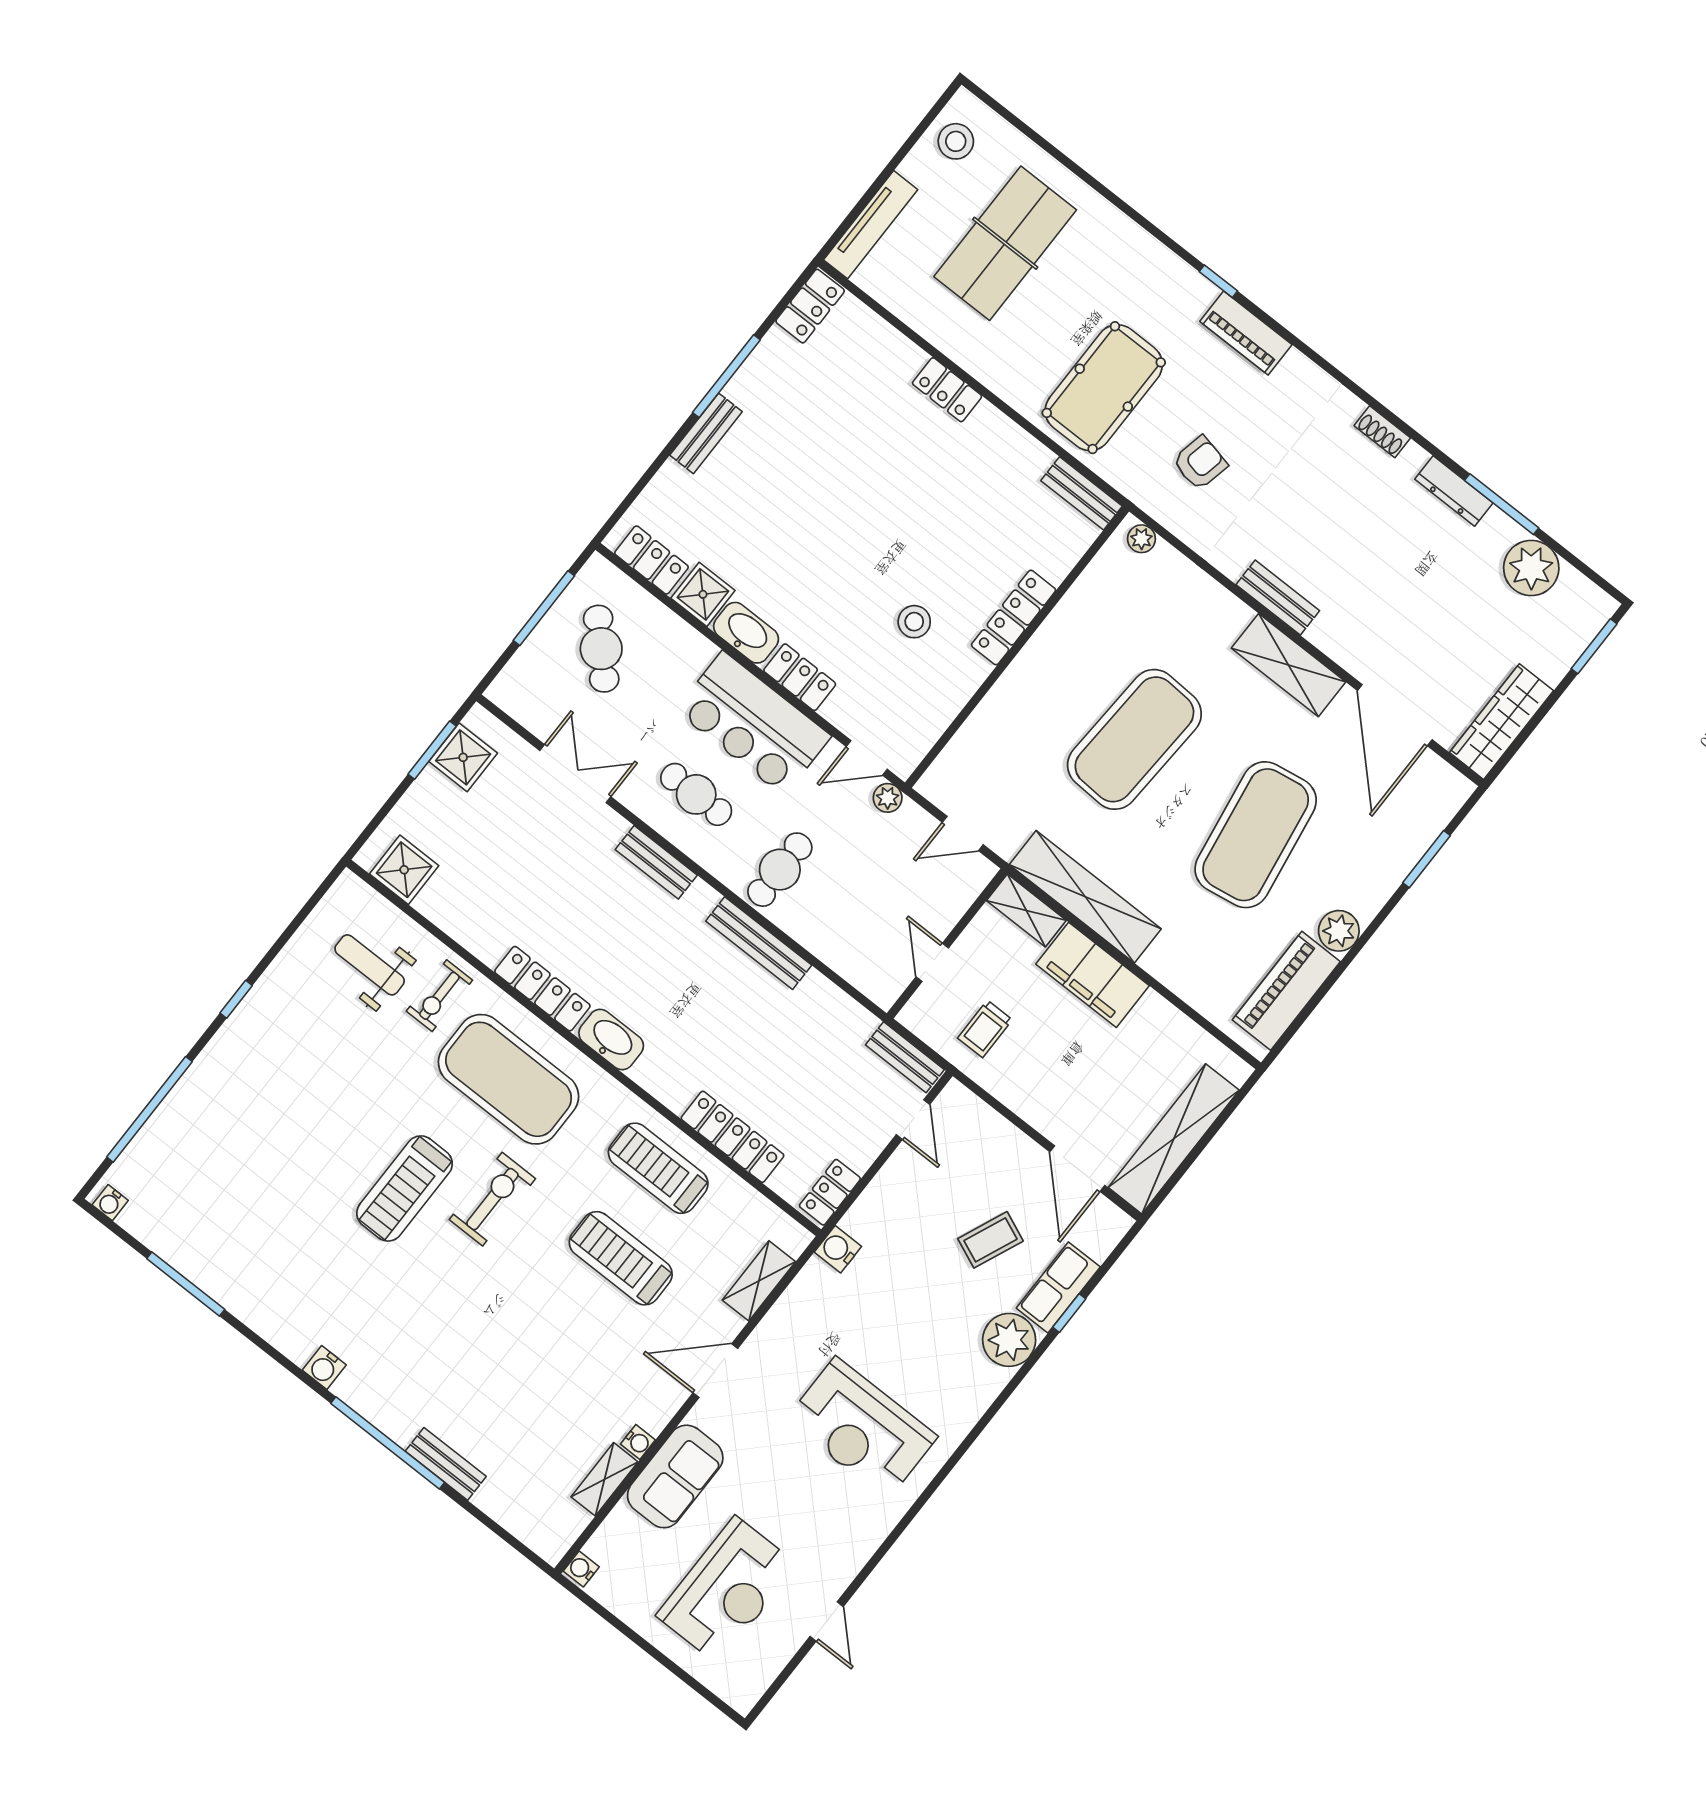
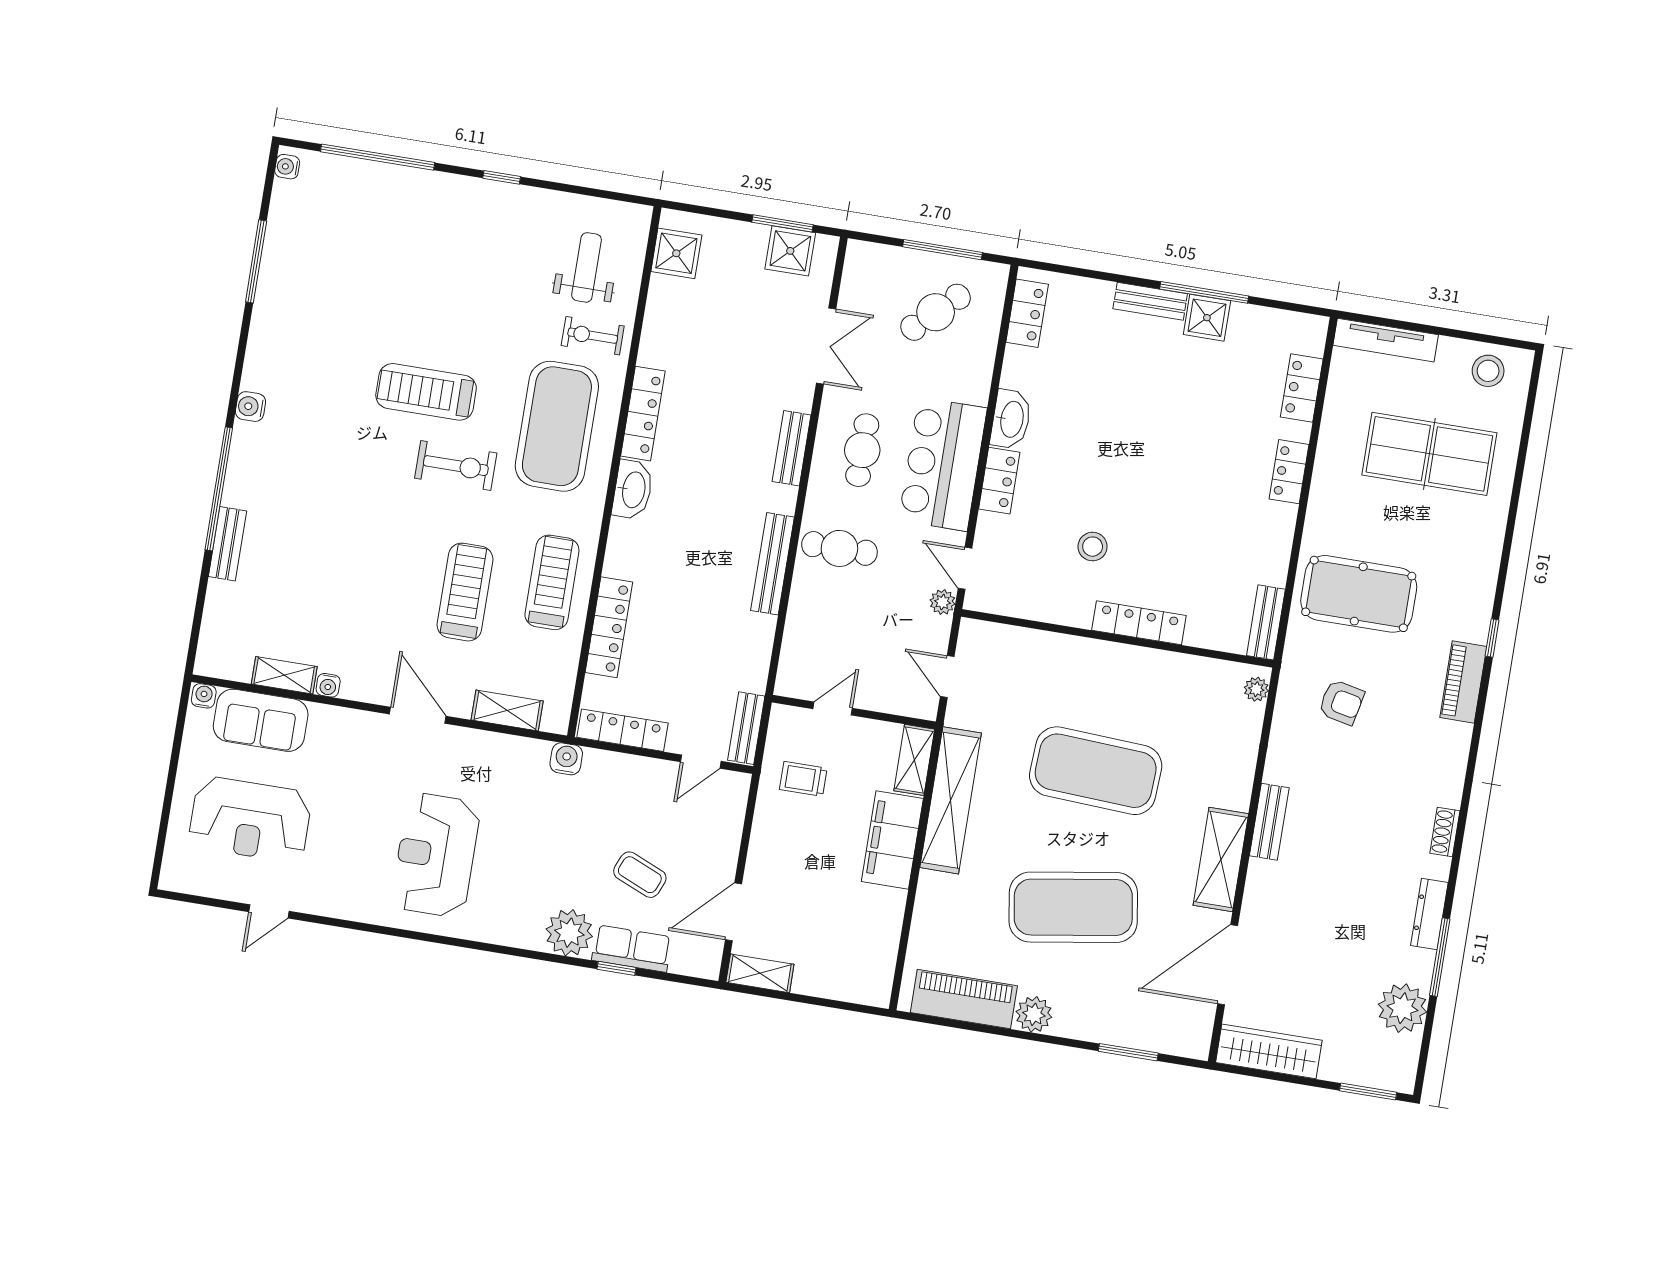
locker: (810, 306) -> (1302, 388), moved, turned 90
shower: (703, 594) -> (1207, 318), moved
shelving: (1174, 1139) -> (760, 973), width x0.45, depth x0.75
locker: (830, 1192) -> (623, 730), width x1.53
sofa: (675, 1476) -> (261, 720), moved

